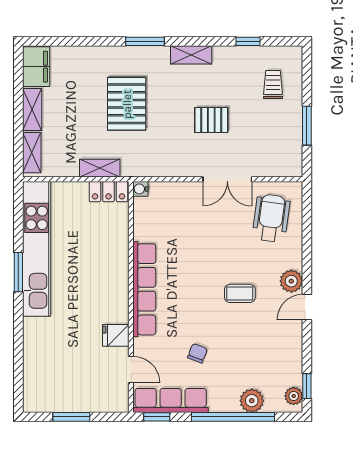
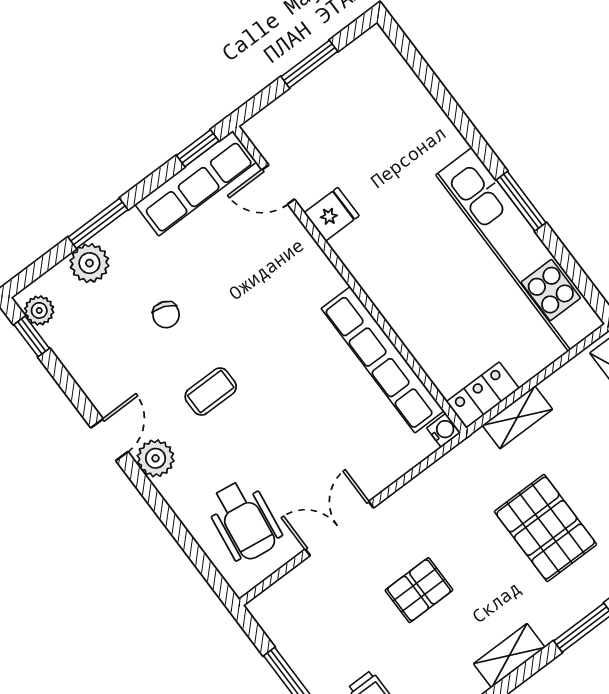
row of seats: (144, 289) -> (383, 360), moved
chair: (197, 353) -> (166, 315), moved
window: (233, 417) -> (98, 223), width x0.47

